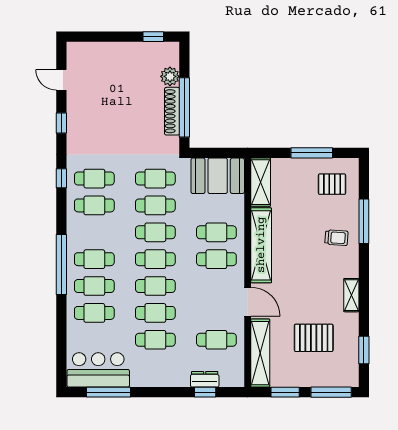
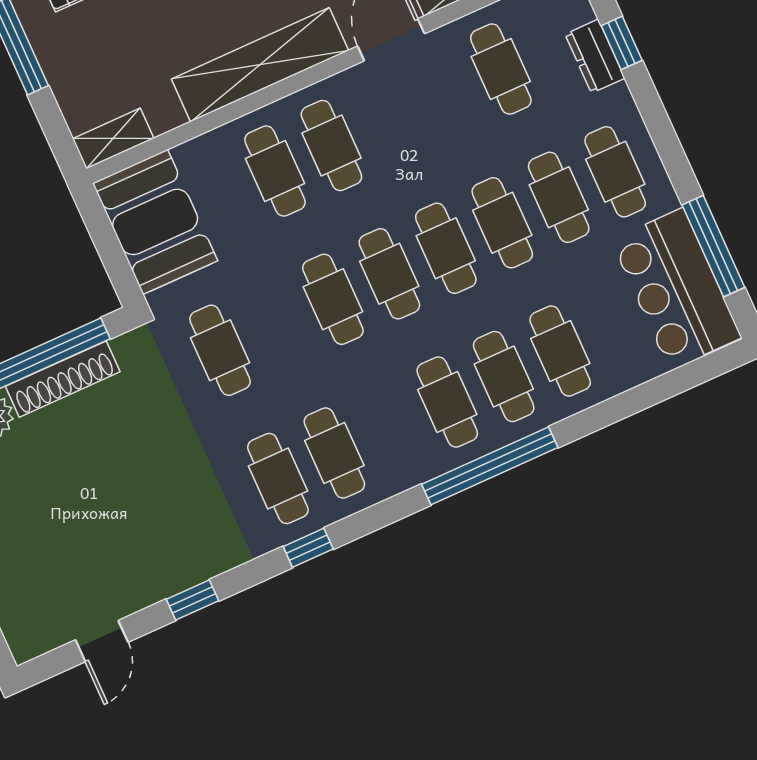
shelving: (261, 182) -> (113, 138), width x0.67, depth x0.75
cafe table: (155, 205) -> (615, 172), moved

